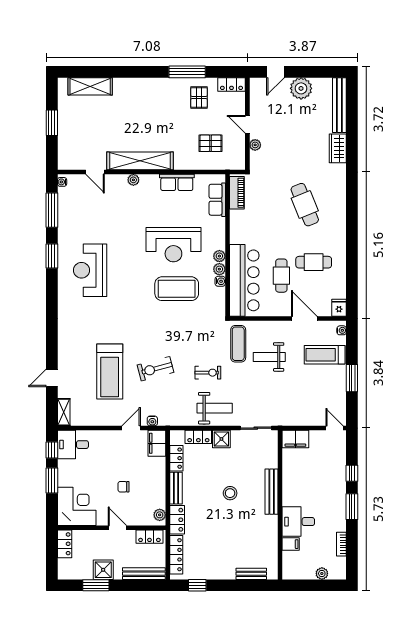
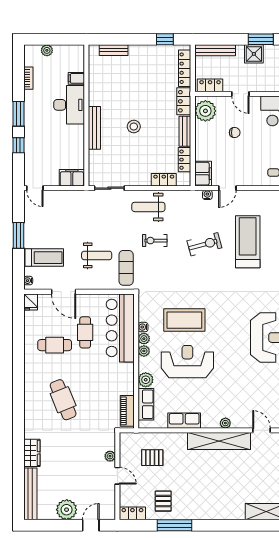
plant: (217, 226) -> (146, 380), added
shower: (221, 439) -> (142, 178), removed
plant: (160, 515) -> (205, 111), width x1.87, depth x1.87
desk: (298, 522) -> (69, 105), width x1.37

